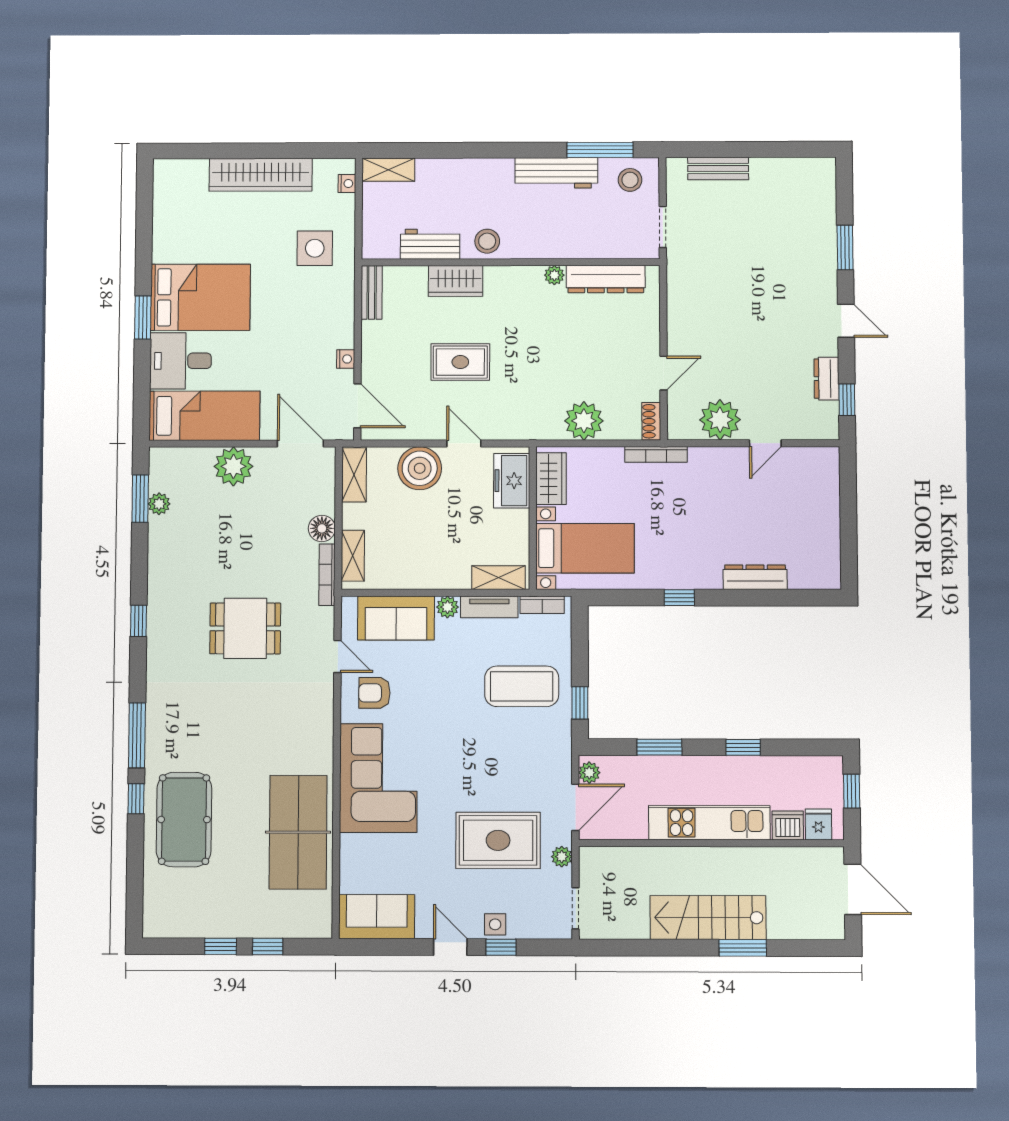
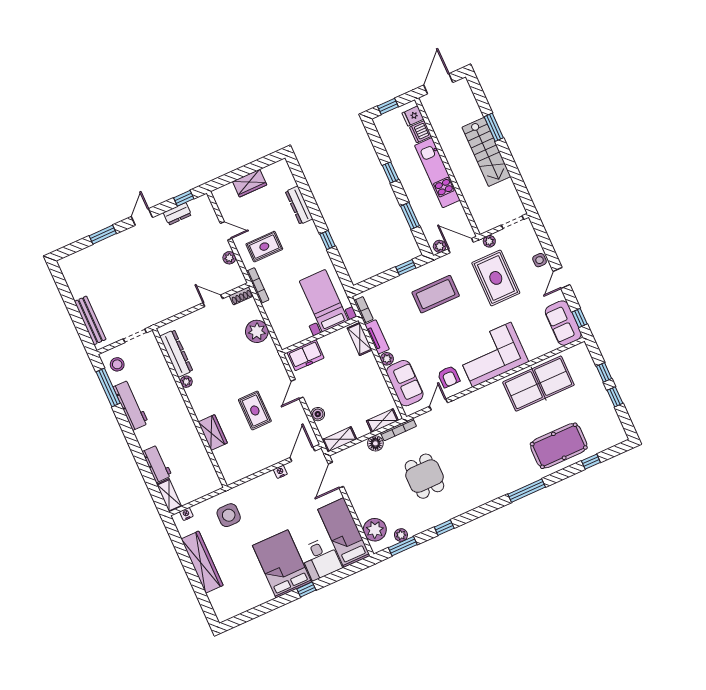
bench: (718, 169) -> (90, 320), width x1.36
stool: (487, 241) -> (184, 425), removed
workbench: (430, 244) -> (157, 464), moved, turned 180
bench: (372, 293) -> (239, 474), removed
window: (143, 317) -> (306, 589), width x0.67
plant: (720, 420) -> (229, 258), width x0.53, depth x0.53
plant: (233, 466) -> (375, 530), moved
boiler: (420, 468) -> (318, 414), width x0.54, depth x0.54
wardrobe: (551, 479) -> (250, 183), moved, turned 180
rug: (713, 493) -> (264, 247), added
window: (139, 621) -> (444, 528), moved
dining table: (245, 628) -> (424, 476), moved
coffee table: (522, 686) -> (436, 294), moved, turned 90
window: (136, 799) -> (591, 462), moved
window: (501, 947) -> (579, 318), moved

